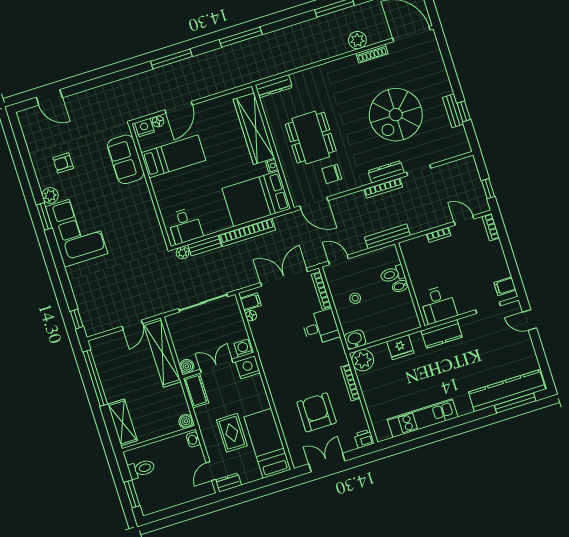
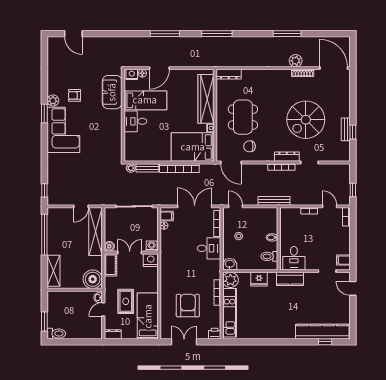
armchair: (63, 163) -> (74, 95), moved
desk: (185, 226) -> (135, 121), moved, turned 90
toilet: (393, 274) -> (269, 256), moved
window: (515, 403) -> (325, 342), width x0.46
kitchen unit: (423, 418) -> (230, 313), moved, turned 90
boiler: (186, 421) -> (93, 279), width x1.86, depth x1.86
toilet: (141, 469) -> (56, 334), moved
door: (211, 471) -> (103, 309), moved

